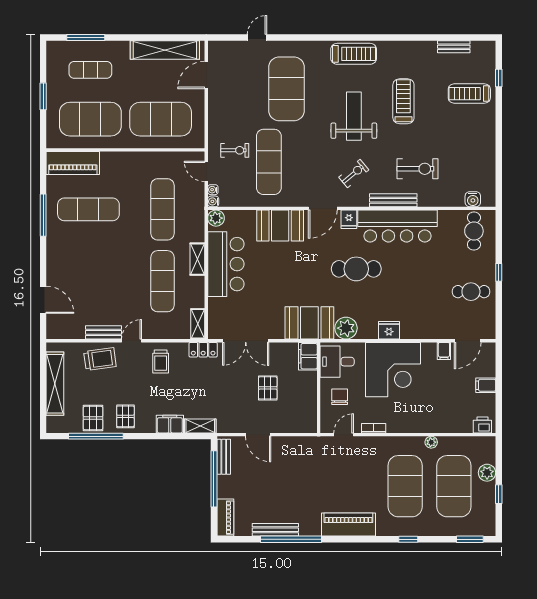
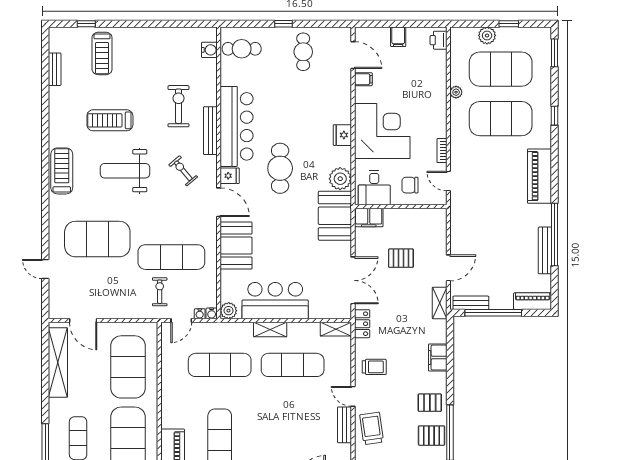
shelving: (200, 426) -> (440, 303), moved

